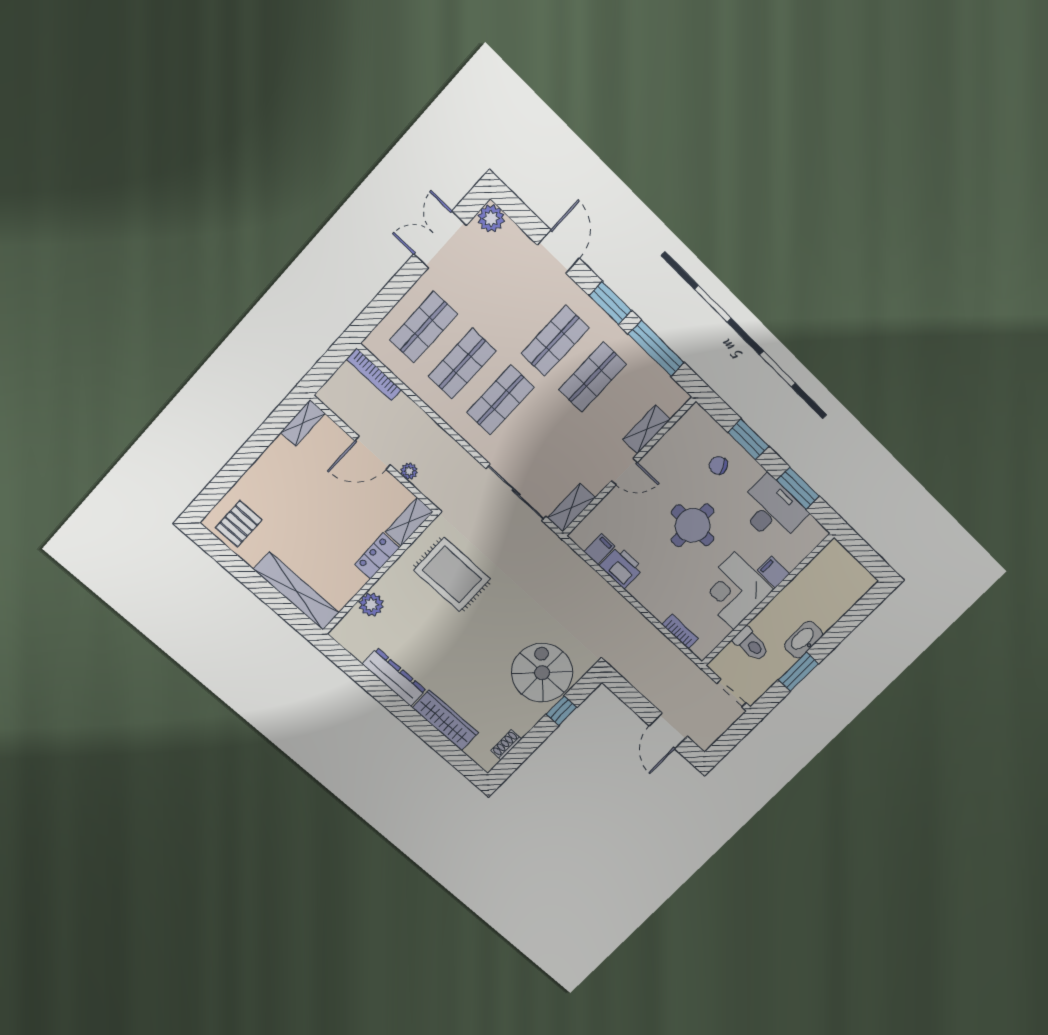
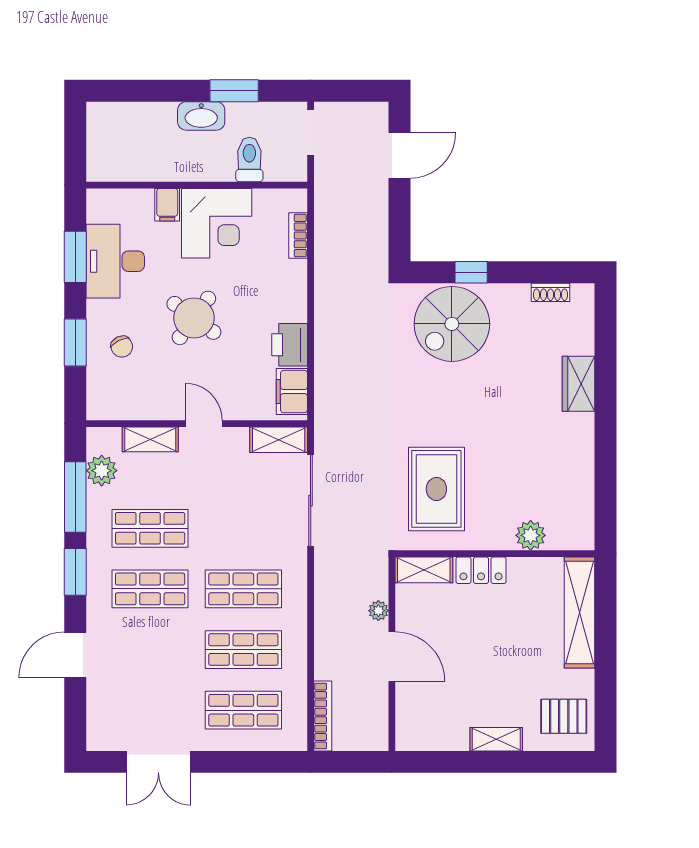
plant: (491, 218) -> (102, 471), moved
shelving: (303, 423) -> (496, 739), moved
round table: (693, 525) -> (194, 318), turned 36
filing cabinet: (599, 549) -> (292, 392), width x2.00
dresser: (394, 677) -> (580, 454), removed
wardrobe: (445, 720) -> (579, 384), width x0.67

